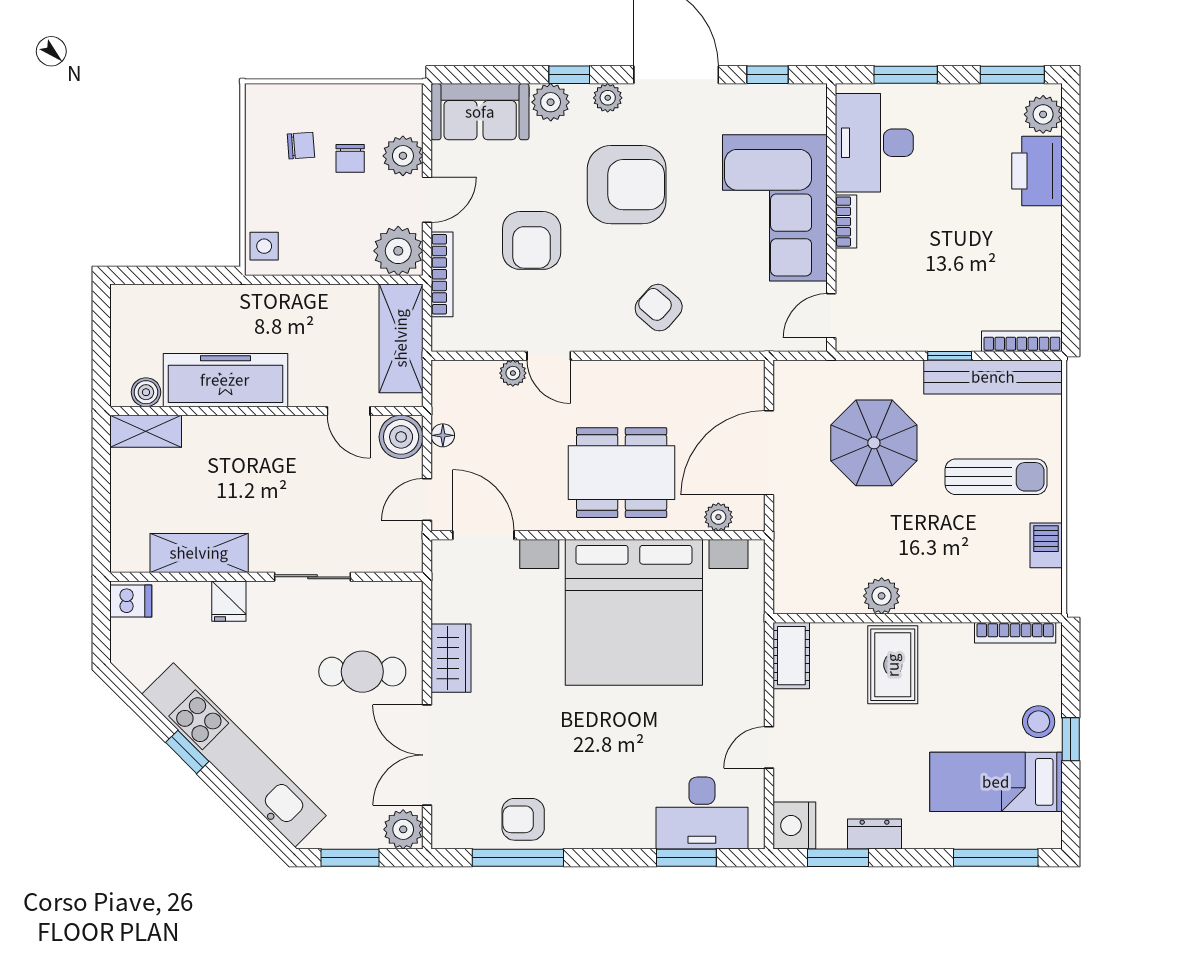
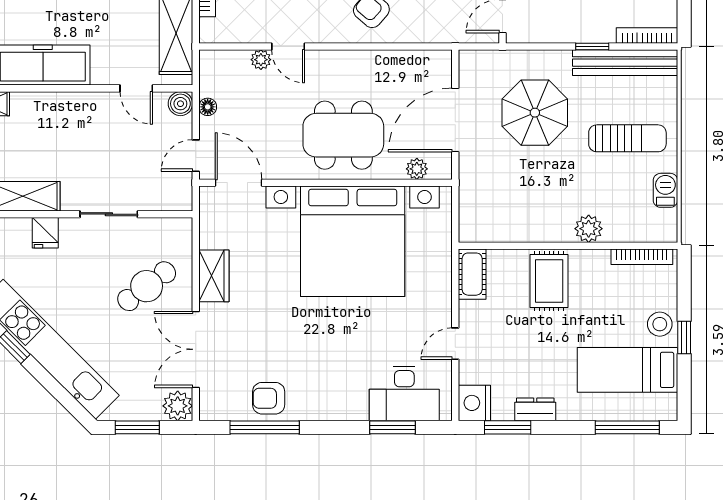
boiler: (401, 437) -> (180, 104), width x0.73, depth x0.73
plant: (882, 596) -> (589, 229), moved
cafe table: (362, 672) -> (147, 286), turned -37

